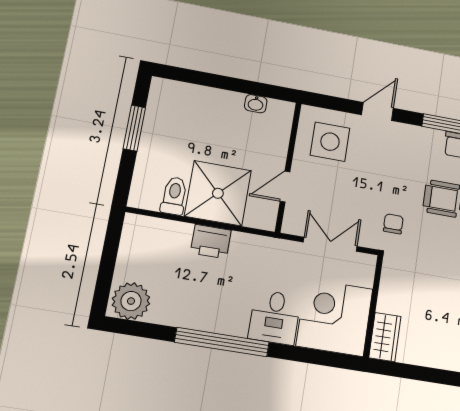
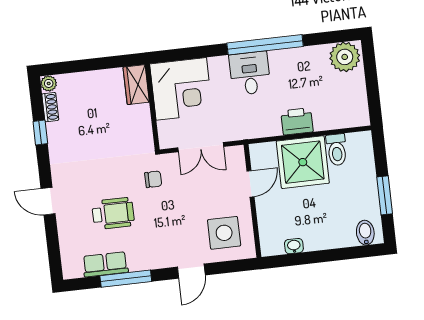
bidet: (170, 94) -> (365, 233), added
chair: (393, 224) -> (153, 179), turned -90
desk: (275, 317) -> (250, 73), moved

